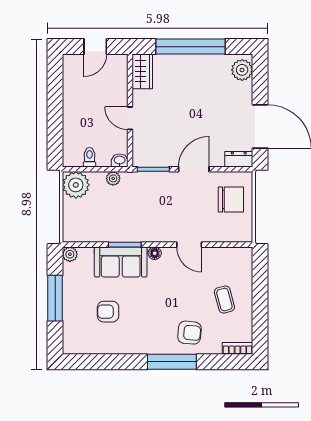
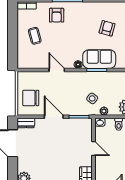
door: (194, 169) -> (54, 117), swing flipped
side table: (132, 199) -> (92, 98), added
armchair: (108, 312) -> (107, 28), turned -75
armchair: (189, 333) -> (57, 15), turned -95

